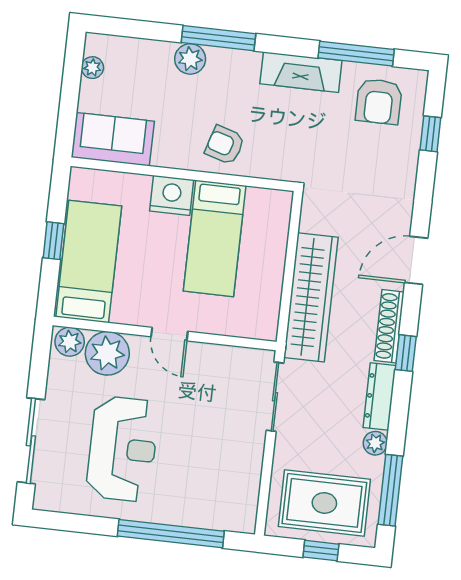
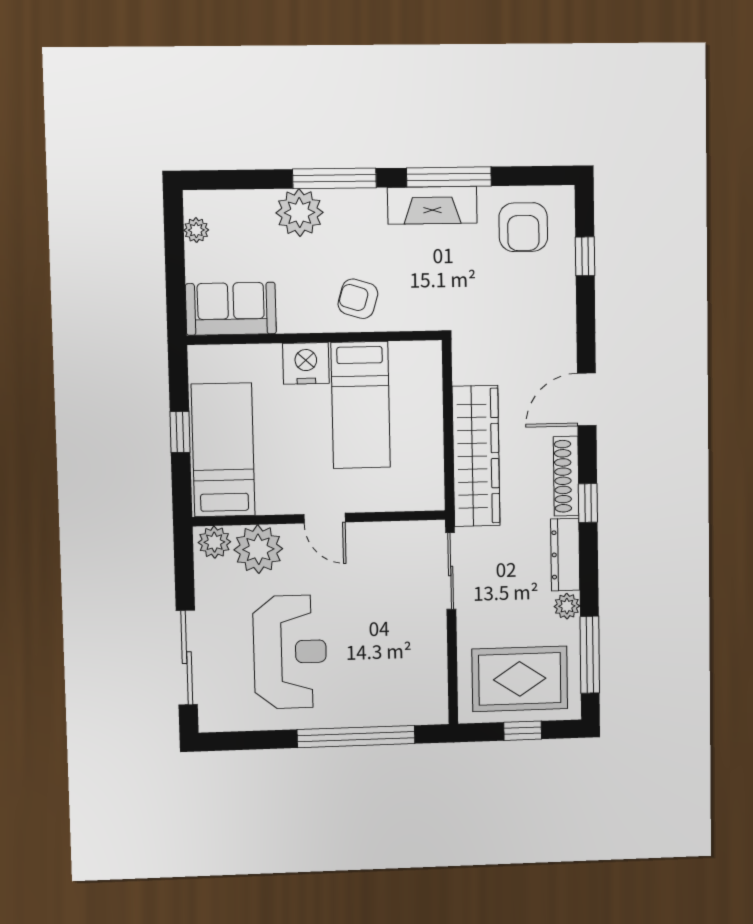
window: (356, 54) -> (449, 177), moved
plant: (190, 59) -> (300, 213), width x1.36, depth x1.36

